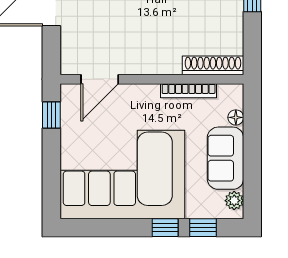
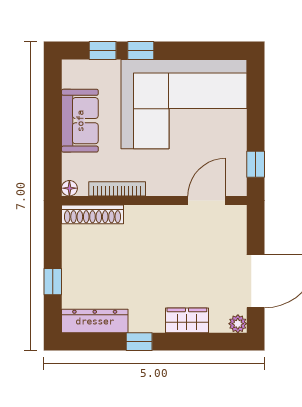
floor lamp: (236, 117) -> (69, 188), moved
plant: (234, 201) -> (71, 78), removed

